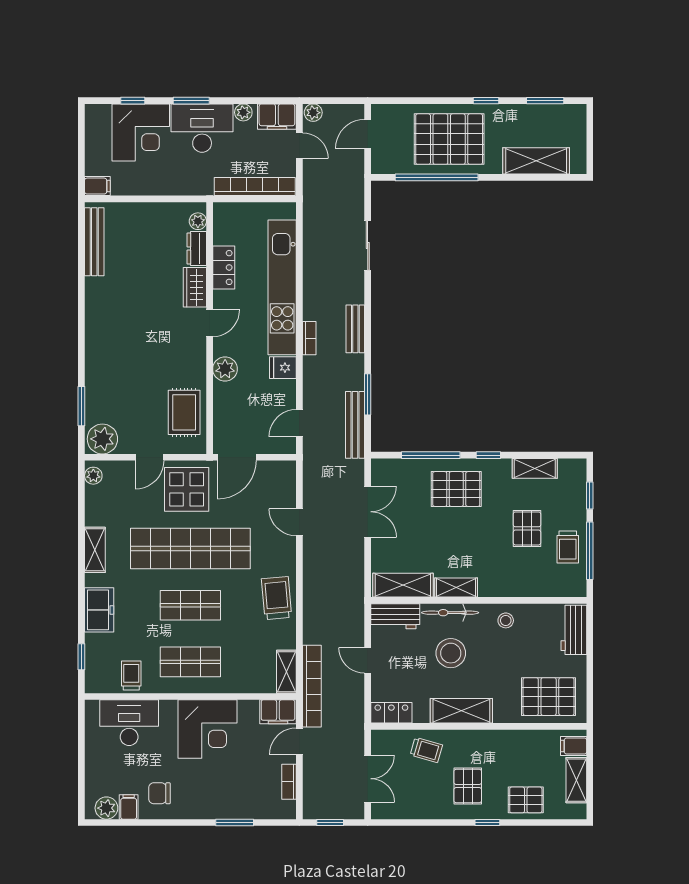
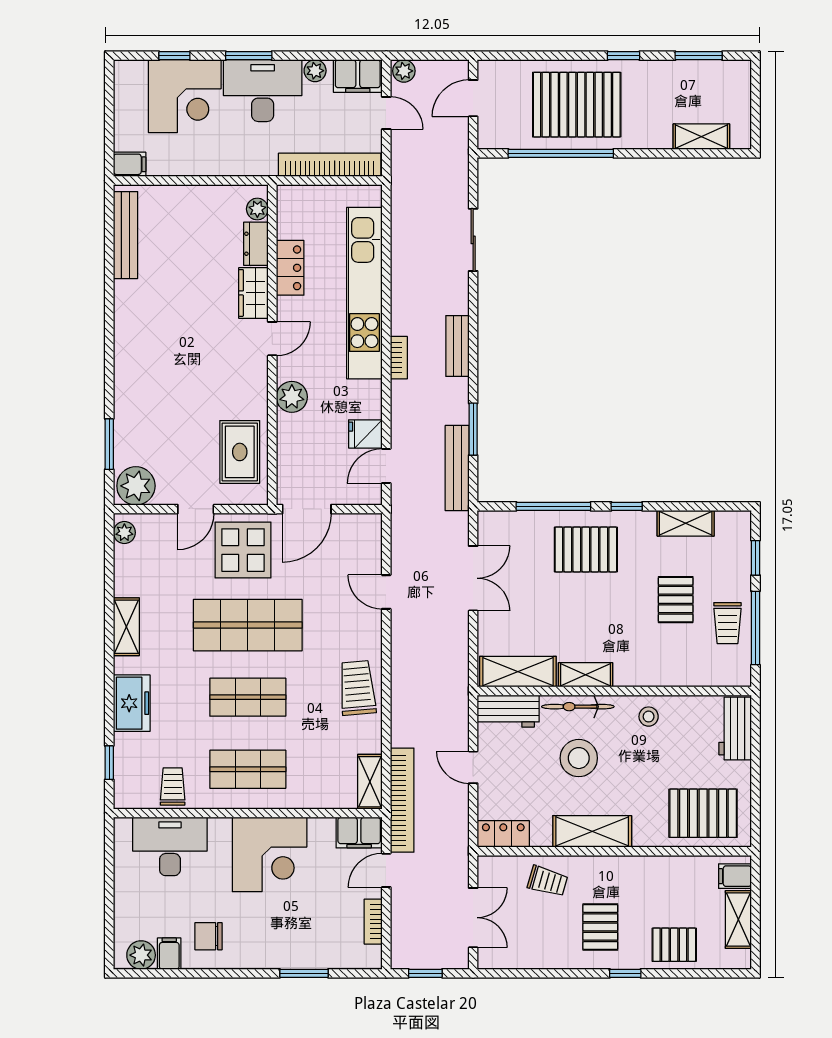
shelving: (536, 161) -> (701, 137), width x0.67, depth x0.75
fridge: (283, 368) -> (365, 434), moved
shop shelf: (190, 549) -> (248, 625), width x0.71

